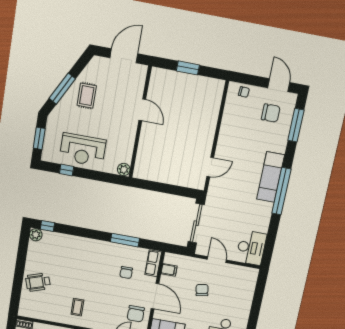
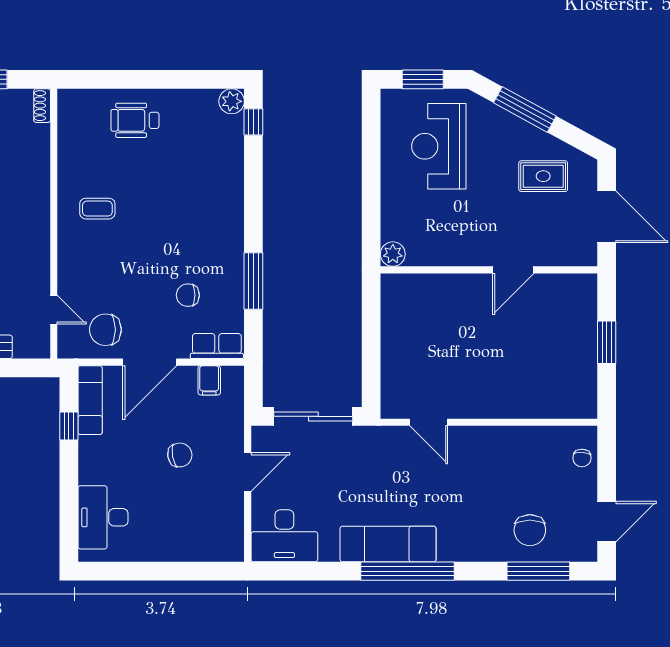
rug: (87, 96) -> (543, 176), moved
chair: (271, 113) -> (530, 530), moved
reception desk: (83, 150) -> (439, 146), moved
window: (67, 170) -> (371, 142), removed
exam couch: (271, 177) -> (388, 544), moved
wheelchair: (38, 282) -> (135, 120), turned -72

